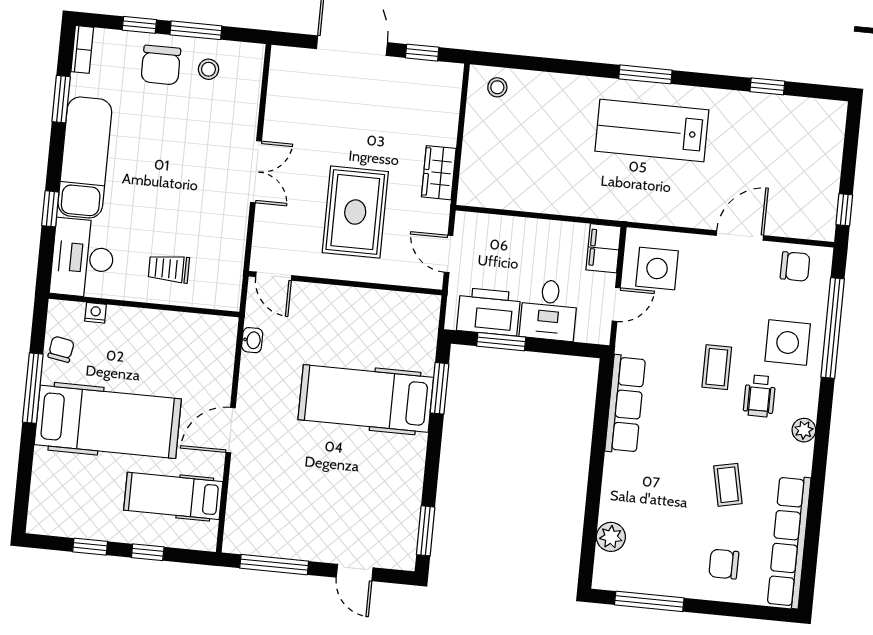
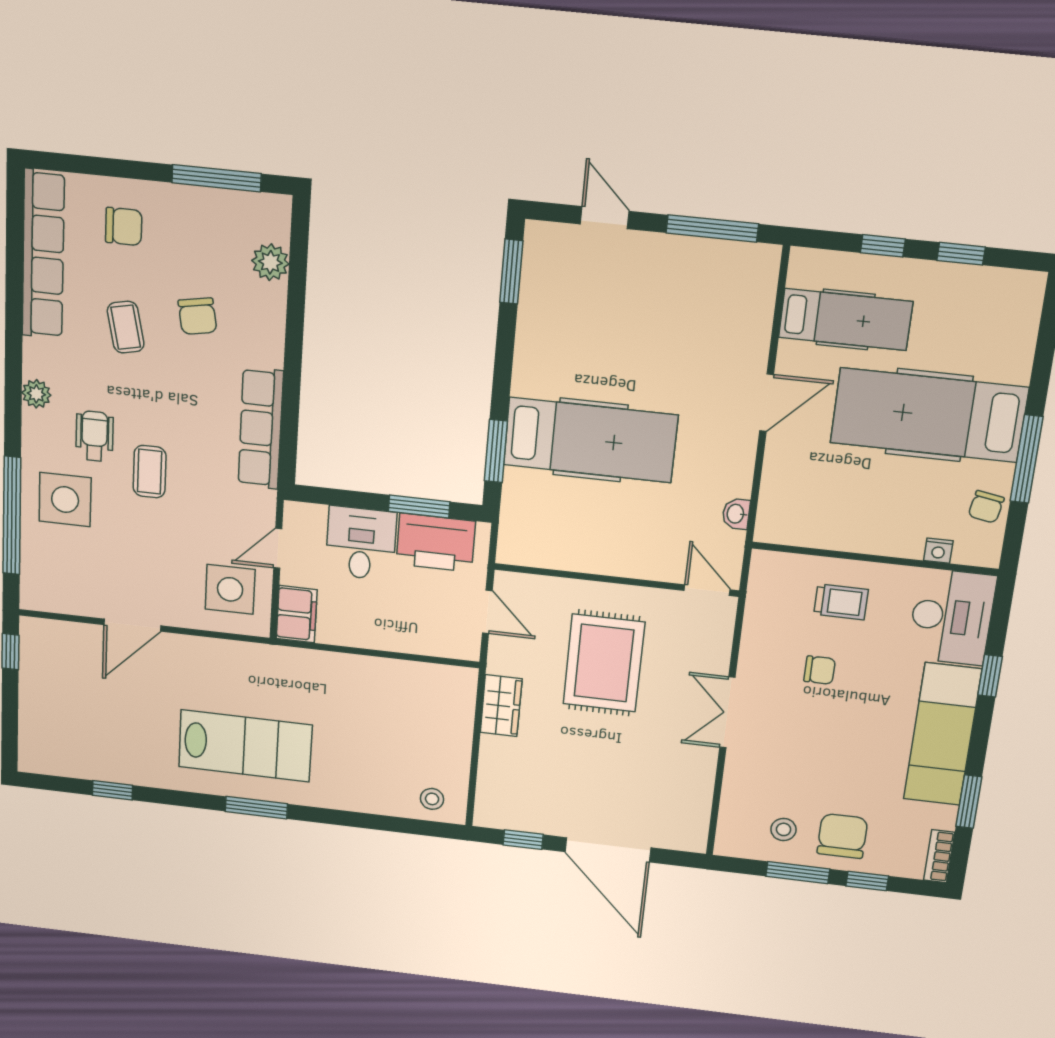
chair: (184, 210) -> (820, 670), added
chair: (795, 266) -> (197, 316), moved, turned -100

